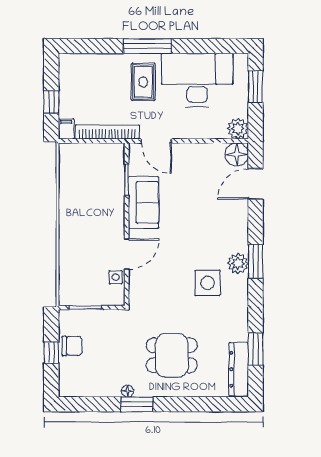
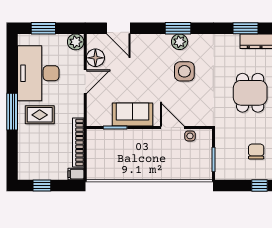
window: (51, 102) -> (42, 186), moved
door: (156, 141) -> (85, 82), moved
floor lamp: (237, 154) -> (95, 58), moved
side table: (207, 283) -> (184, 71), moved
chair: (72, 346) -> (256, 151), moved
window: (51, 353) -> (259, 186), moved

